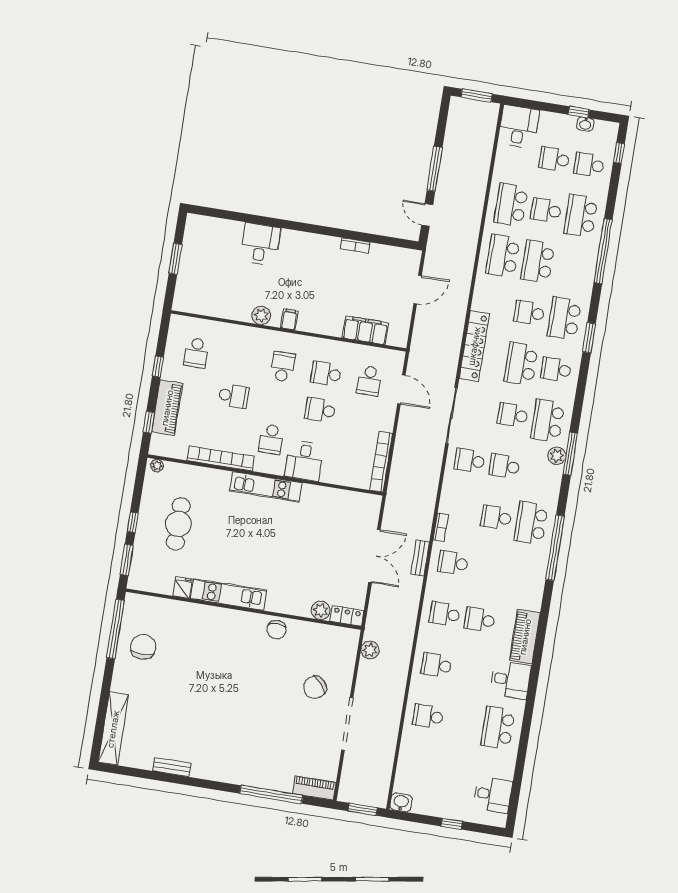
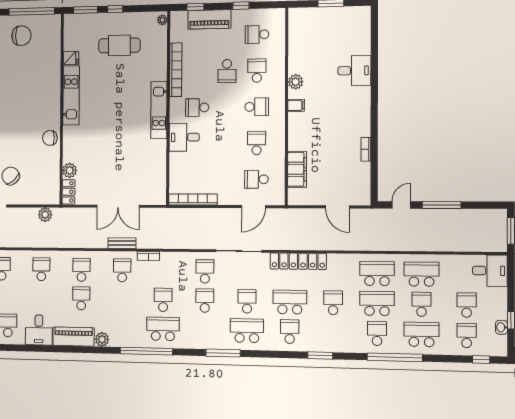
school desk: (564, 318) -> (377, 334), moved, width x0.54
school desk: (320, 410) -> (257, 71), moved
plant: (557, 456) -> (102, 339), moved

